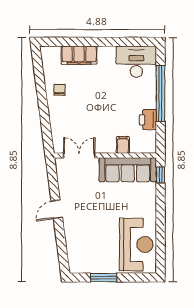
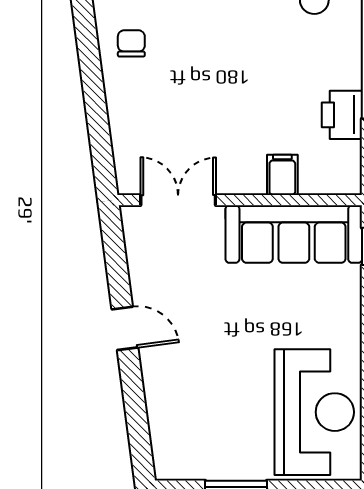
door: (57, 209) -> (125, 328), swing flipped

